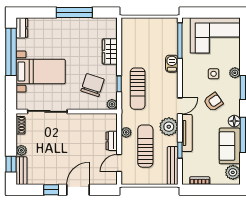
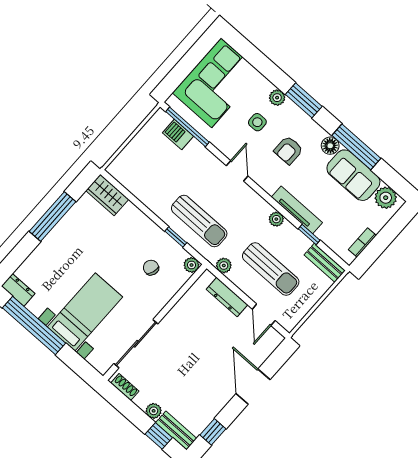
wardrobe: (110, 52) -> (107, 195), moved
barbecue: (172, 64) -> (178, 134), moved
chair: (93, 85) -> (151, 268), width x0.54, depth x0.54
armchair: (213, 102) -> (288, 150), turned -145
door: (180, 106) -> (237, 171), moved
plant: (169, 127) -> (276, 219), width x0.53, depth x0.53
plant: (126, 132) -> (224, 265), moved
dresser: (112, 141) -> (227, 297), width x1.44
sun lounger: (145, 146) -> (271, 269), turned 180
bench: (173, 166) -> (325, 263), width x0.73
window: (51, 190) -> (213, 432), moved

